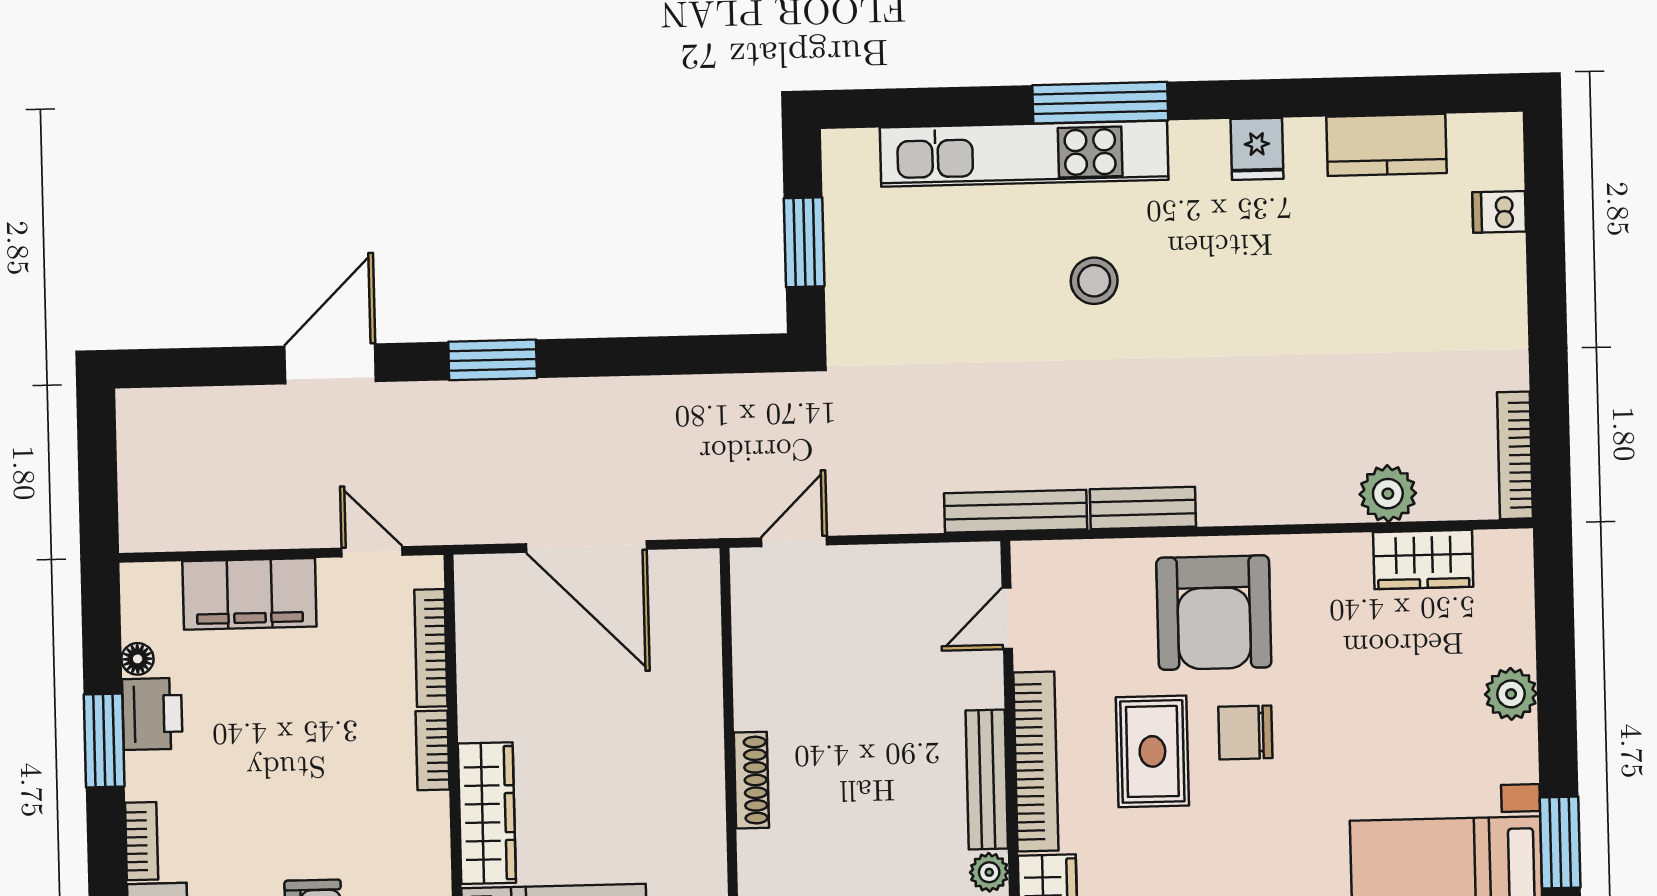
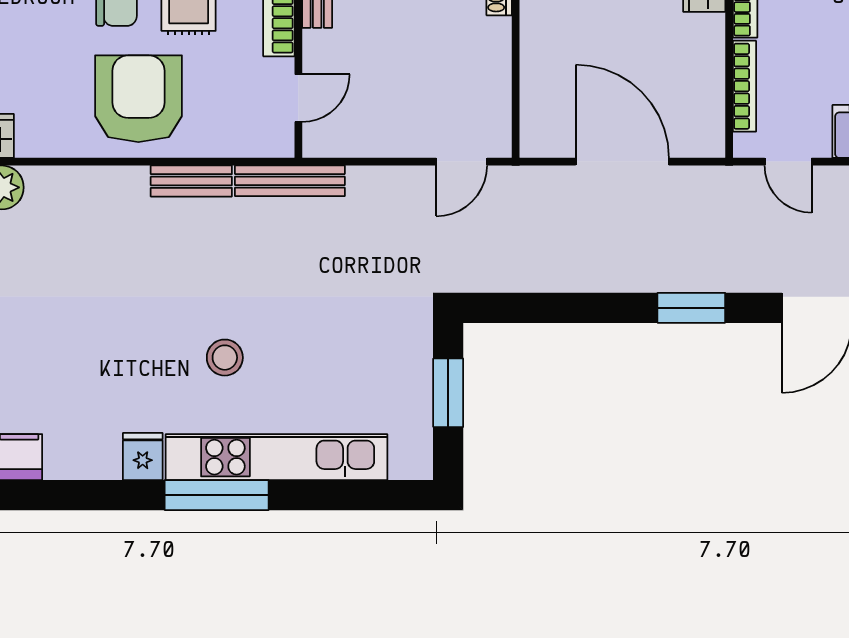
fridge: (1257, 149) -> (143, 456), moved

